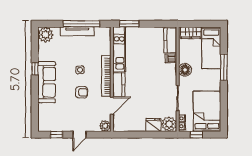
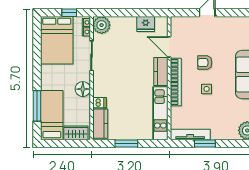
window: (81, 24) -> (205, 143), width x0.47
window: (129, 24) -> (126, 143), moved
tv unit: (77, 31) -> (190, 134), moved
window: (224, 67) -> (37, 106), moved
door: (112, 106) -> (169, 47), hinge flipped
fridge: (153, 125) -> (146, 24), moved
plant: (105, 126) -> (177, 23), removed
window: (57, 135) -> (234, 13), removed

